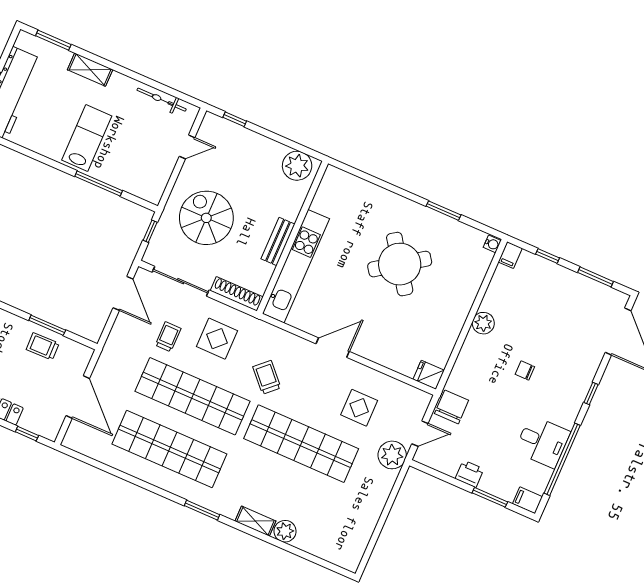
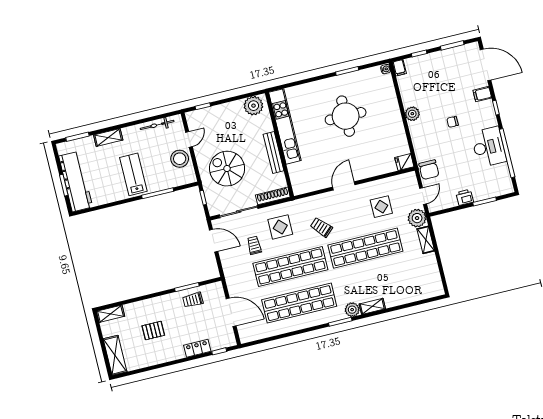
stool: (158, 162) -> (180, 159), added
bench: (278, 242) -> (274, 153), width x1.36
round table: (400, 264) -> (346, 116), turned 35
kitchen unit: (296, 266) -> (285, 126), moved
chair: (452, 407) -> (429, 170), turned 180
desk: (542, 442) -> (489, 147), width x1.37
shelving: (383, 490) -> (426, 240), added
filing cabinet: (527, 500) -> (482, 94), moved
plant: (285, 531) -> (352, 310), moved

